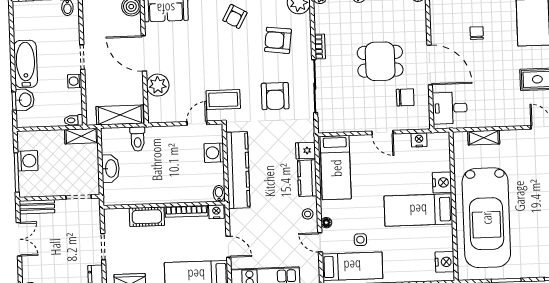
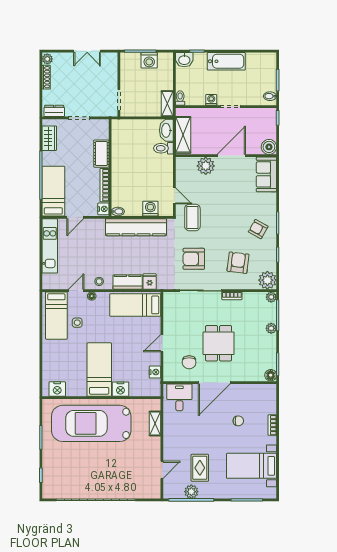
washbasin: (25, 100) -> (184, 60), moved
washbasin: (110, 168) -> (166, 130), moved, turned 90
bench: (37, 207) -> (112, 66), removed

